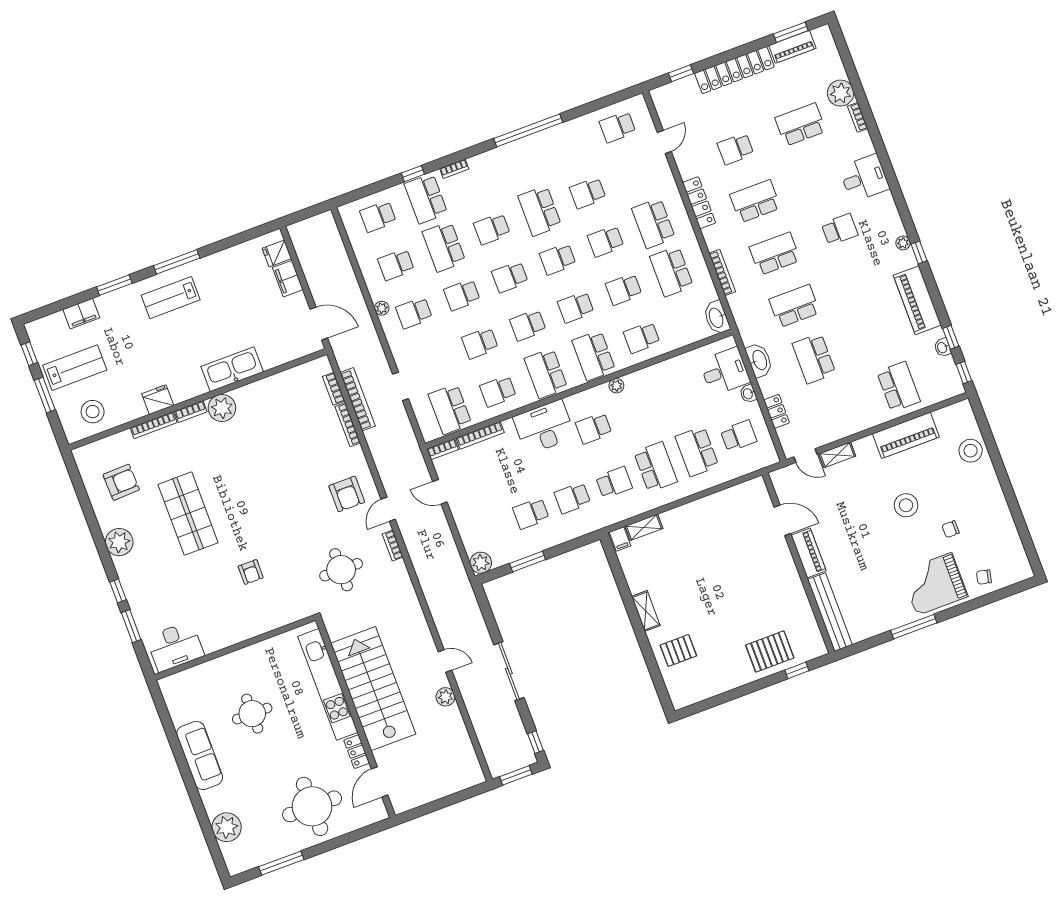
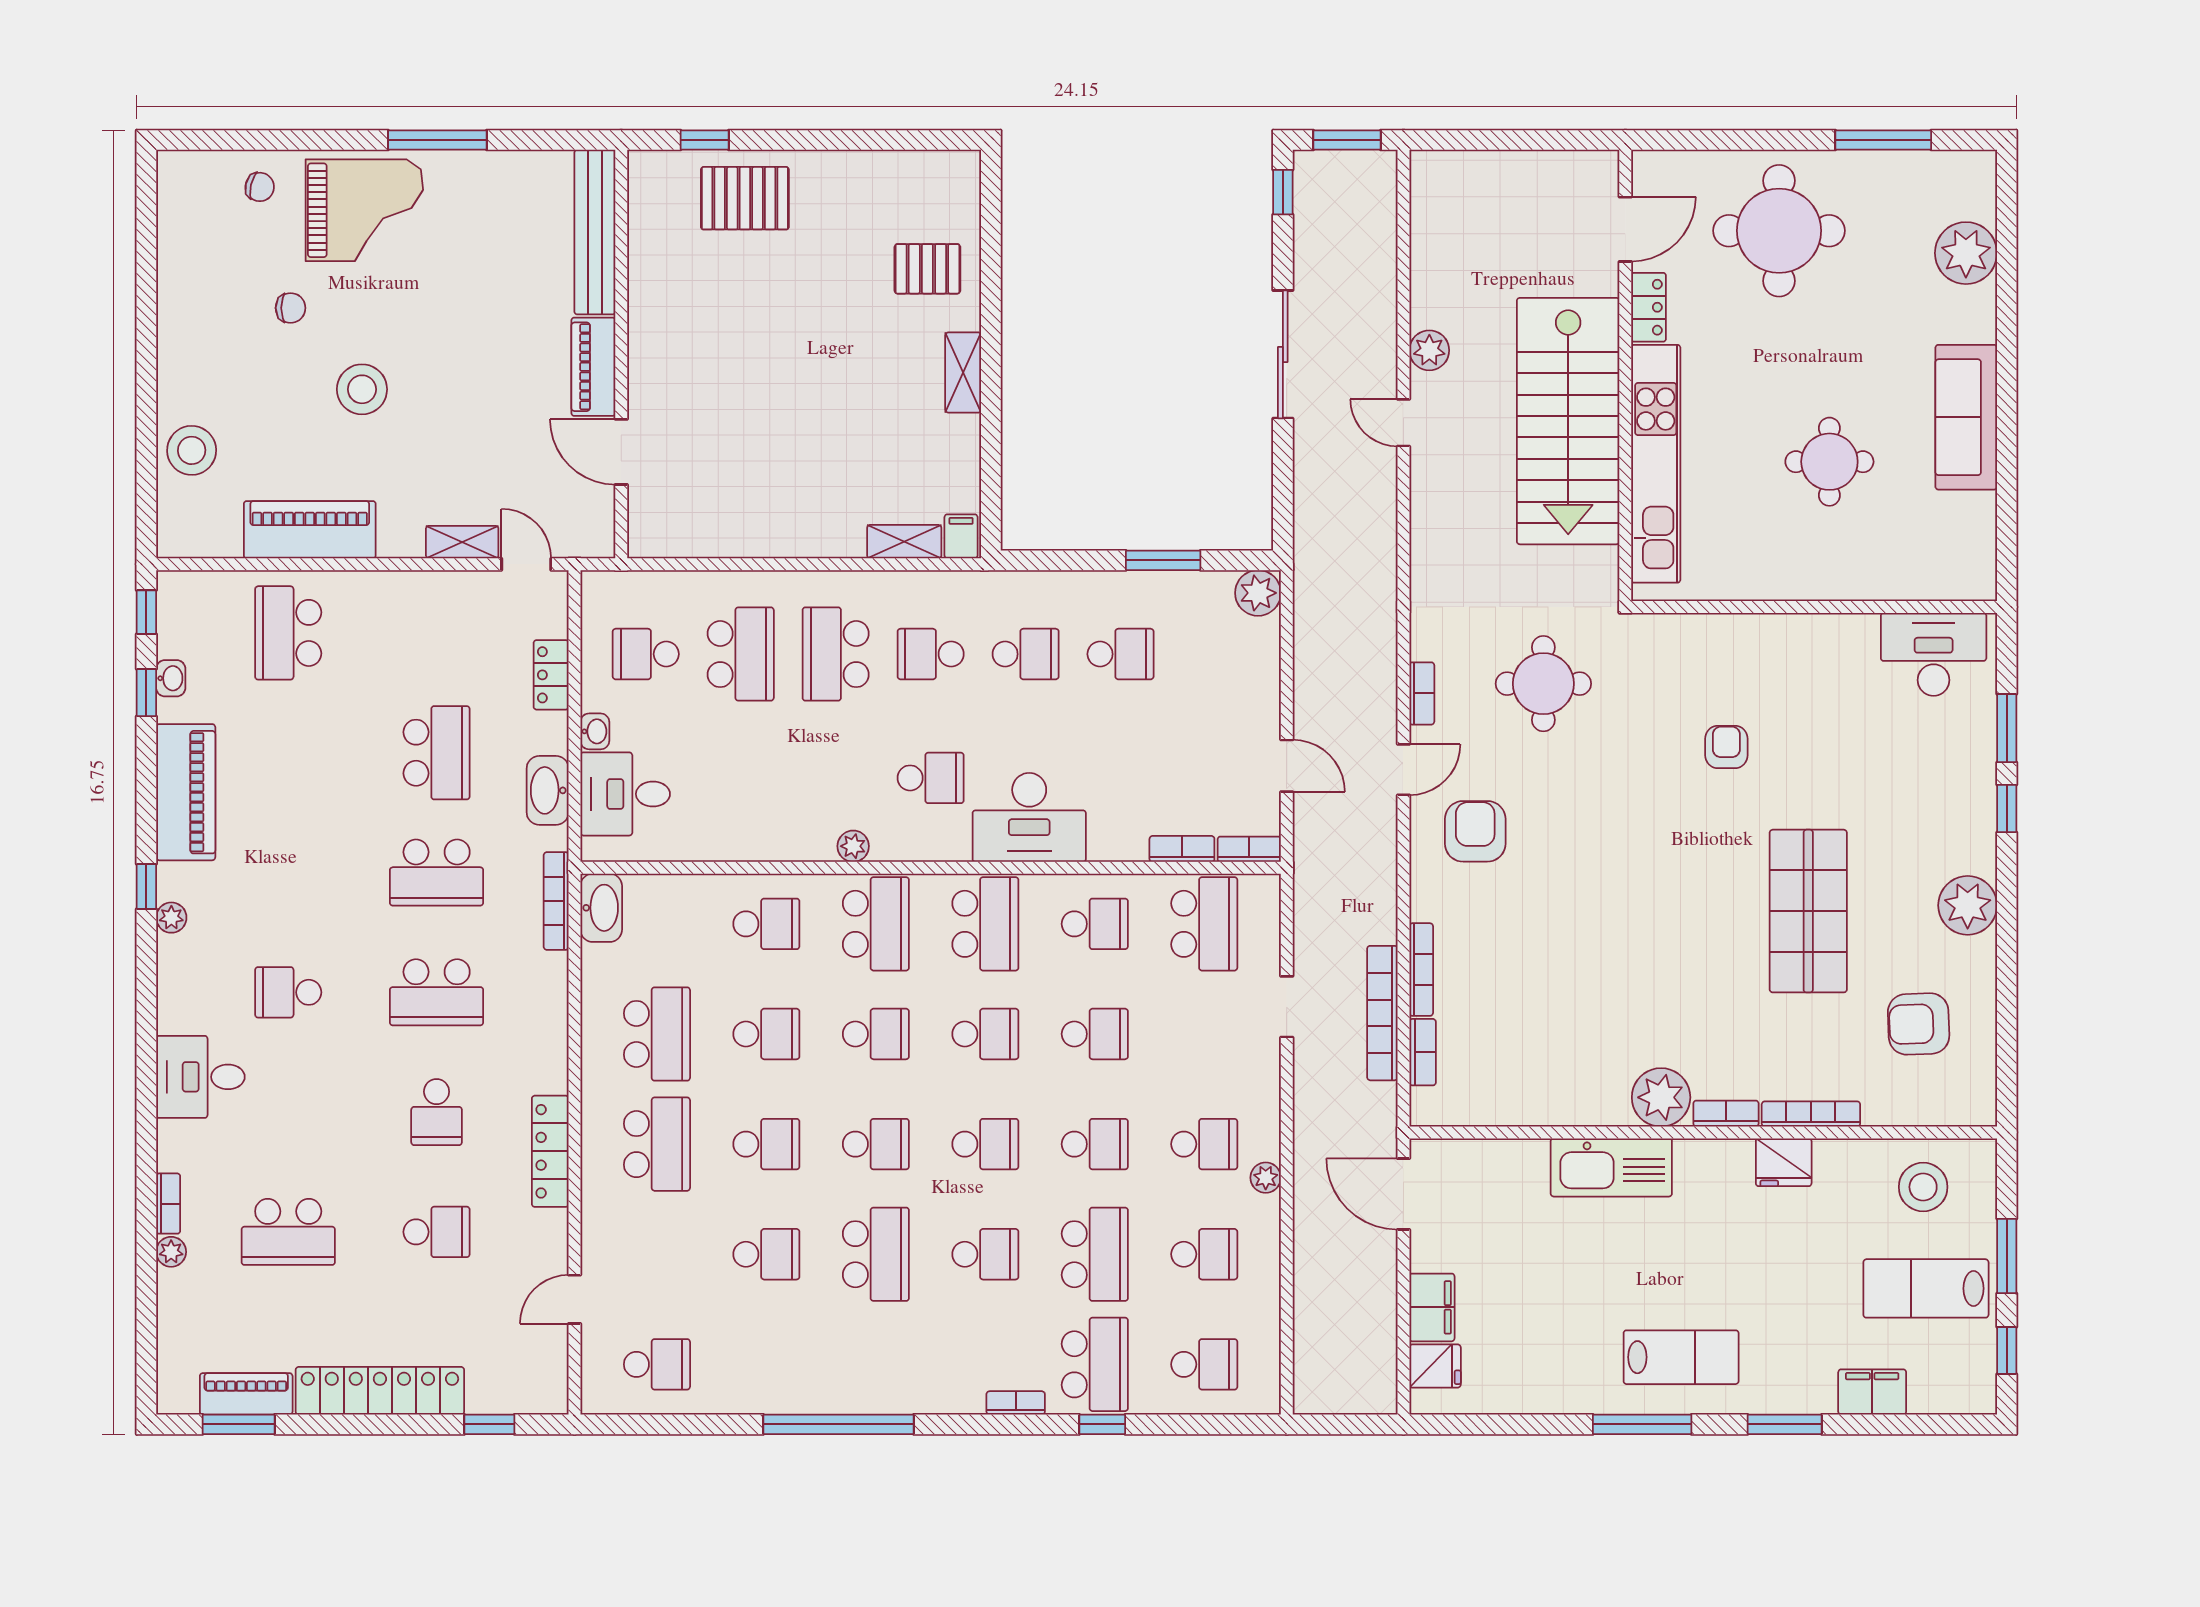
plant: (841, 93) -> (171, 1252), width x0.53, depth x0.53
school desk: (755, 201) -> (437, 1112), width x0.54
bookcase: (722, 272) -> (556, 901), moved
bookcase: (480, 435) -> (1182, 849), width x0.64

